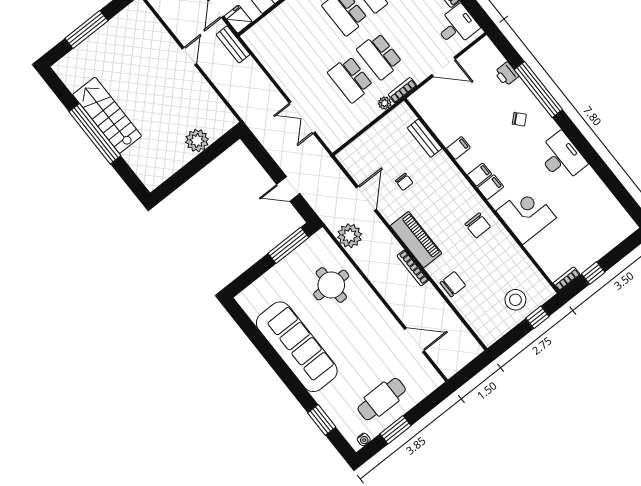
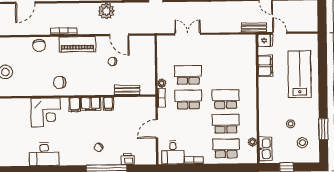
desk: (561, 157) -> (44, 154), moved
filing cabinet: (480, 175) -> (91, 104), width x2.00

